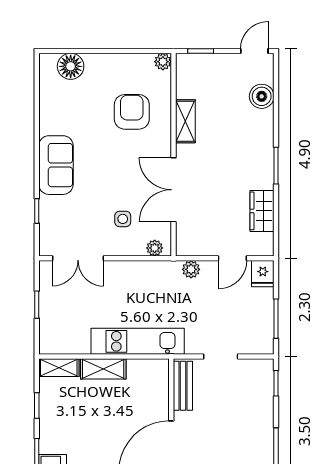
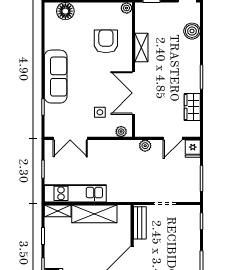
sofa: (56, 165) -> (56, 77), width x1.36
kitchen unit: (138, 341) -> (75, 193), moved
shelving: (103, 369) -> (94, 214), width x1.50, depth x1.33

